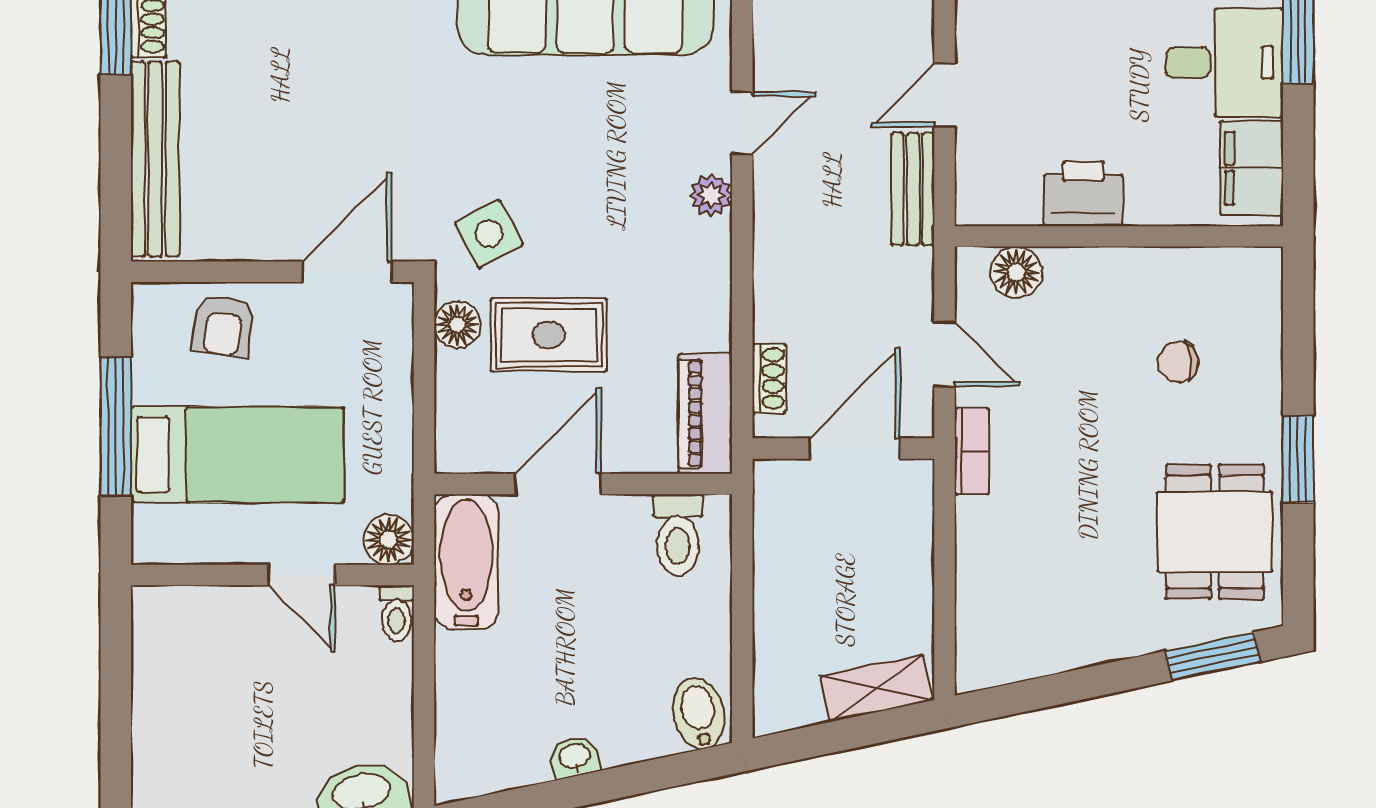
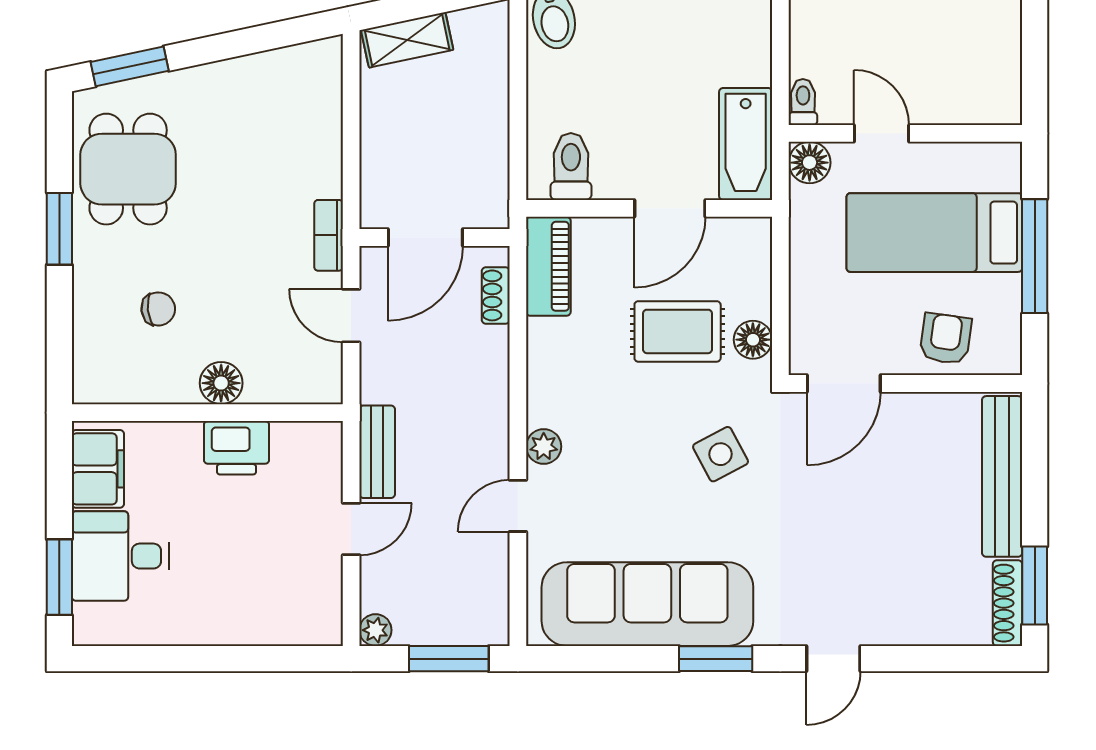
side table: (489, 234) -> (721, 454), moved
floor lamp: (1016, 272) -> (221, 383), moved

